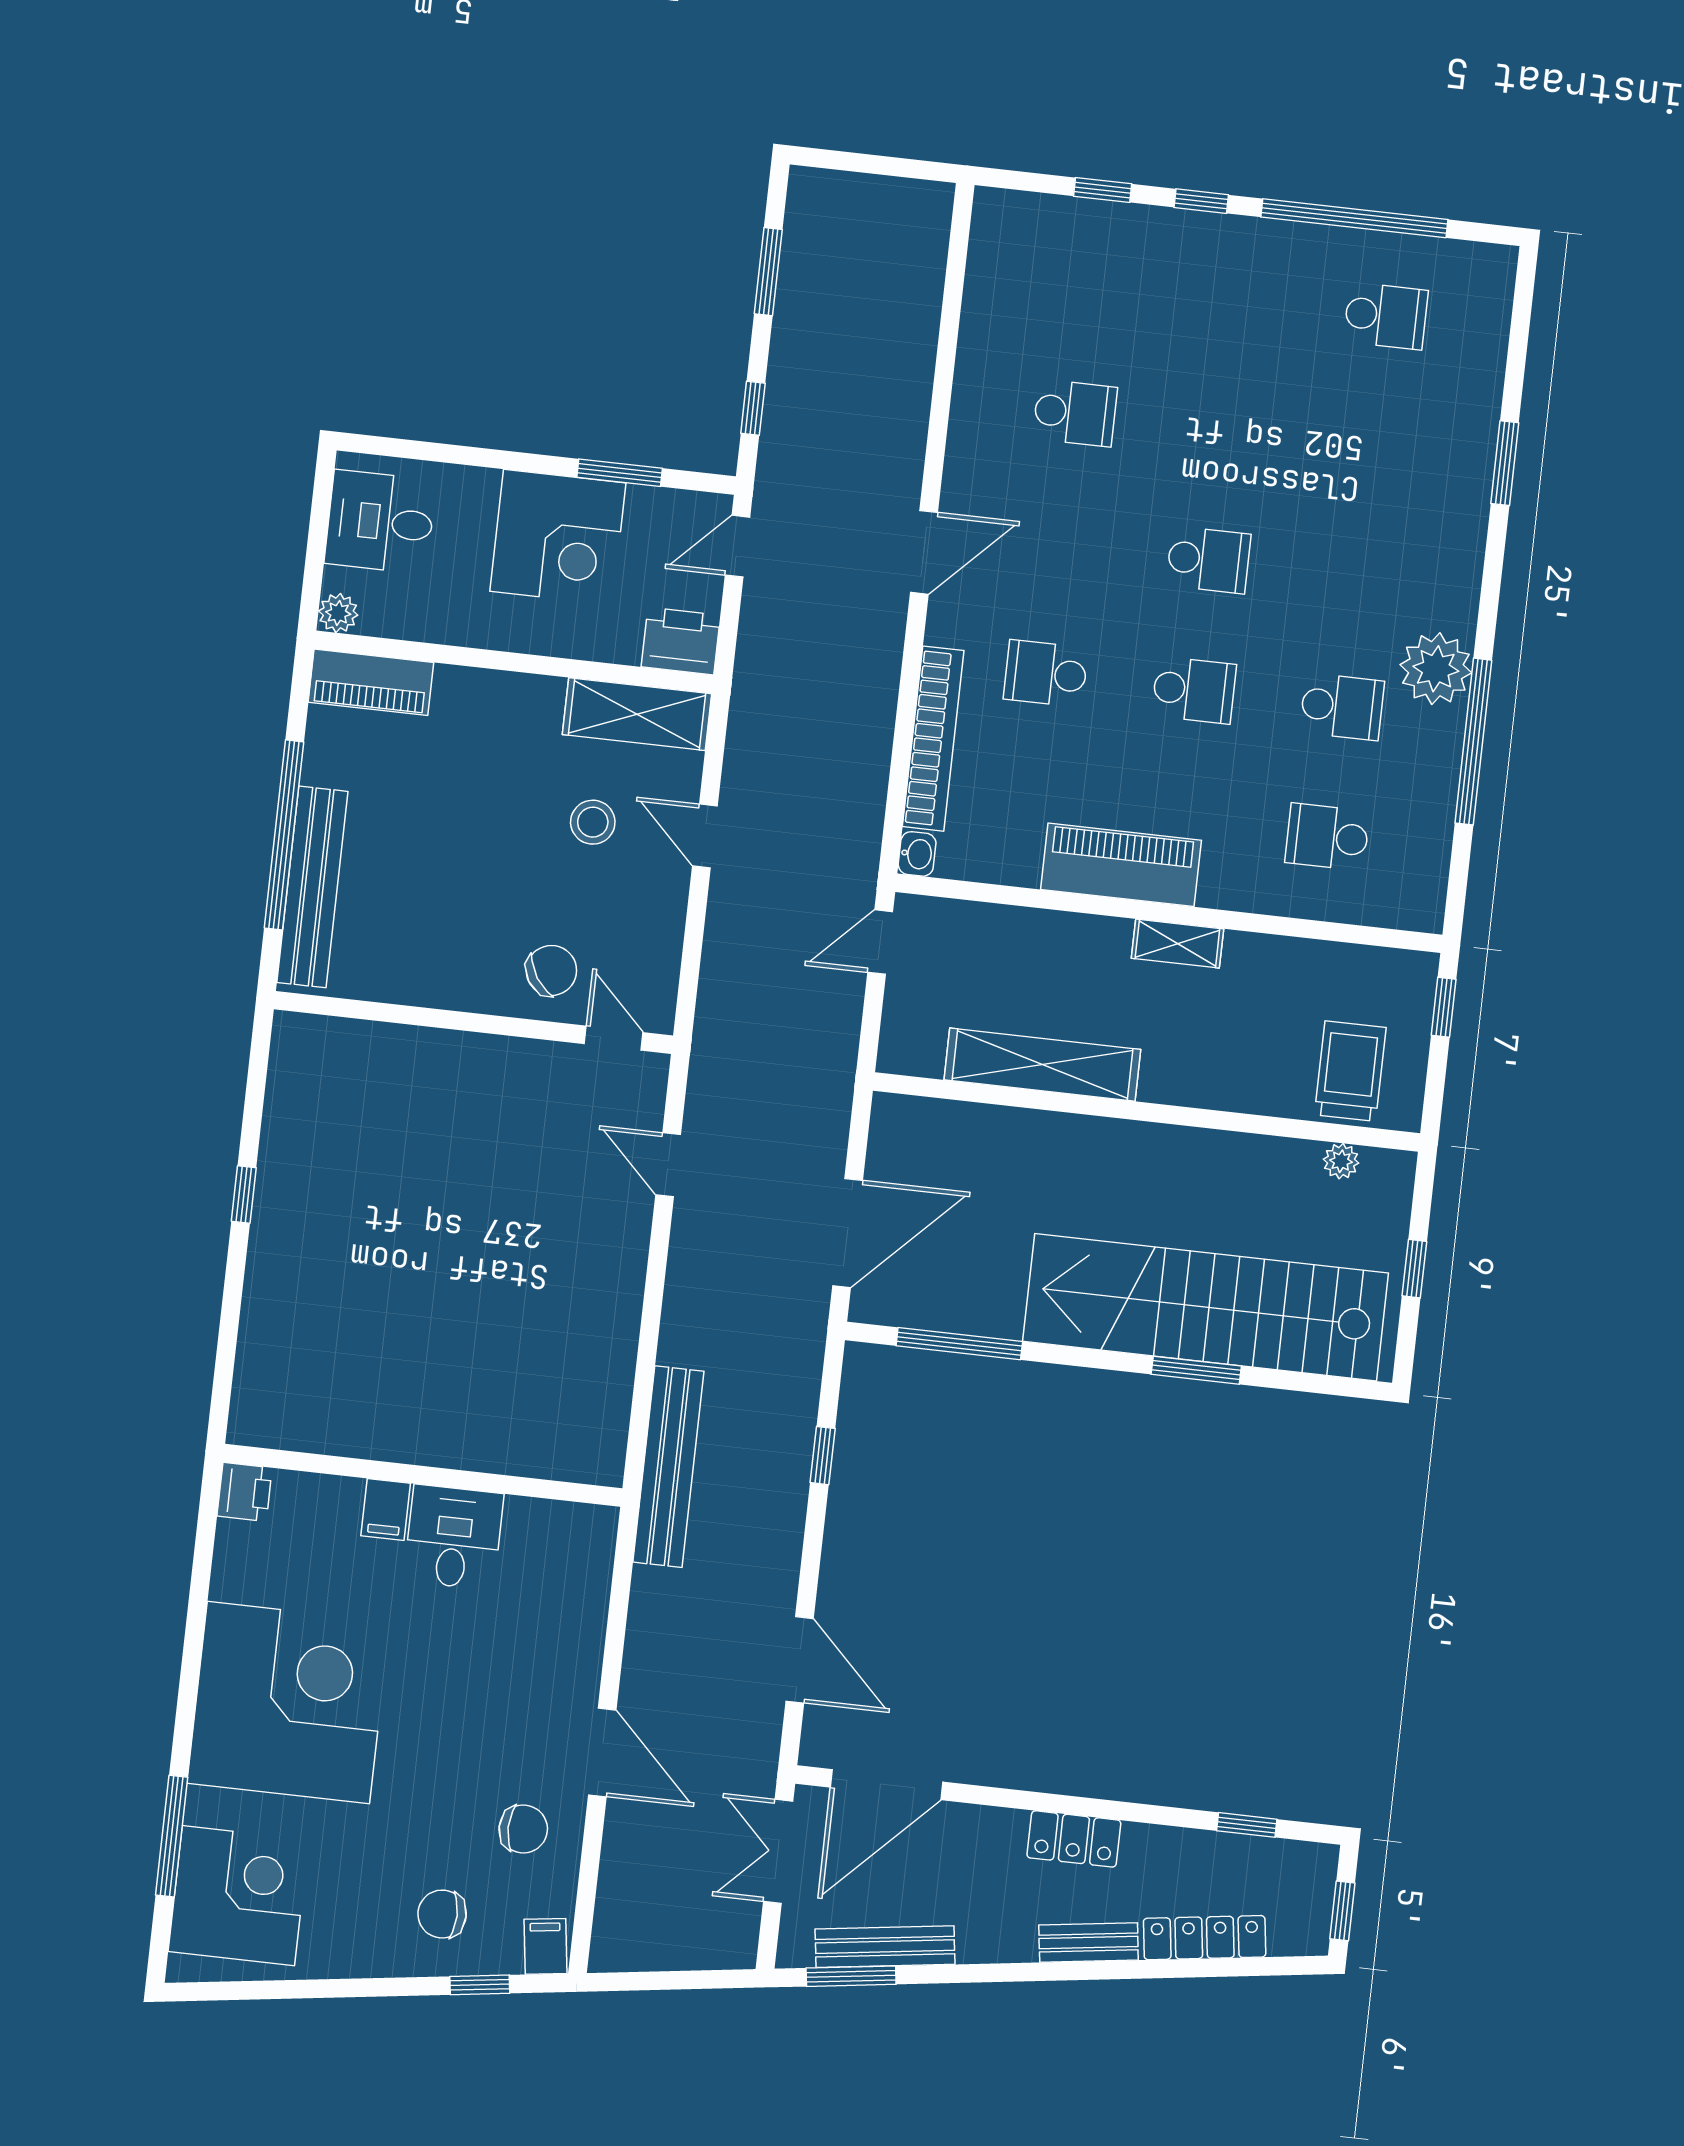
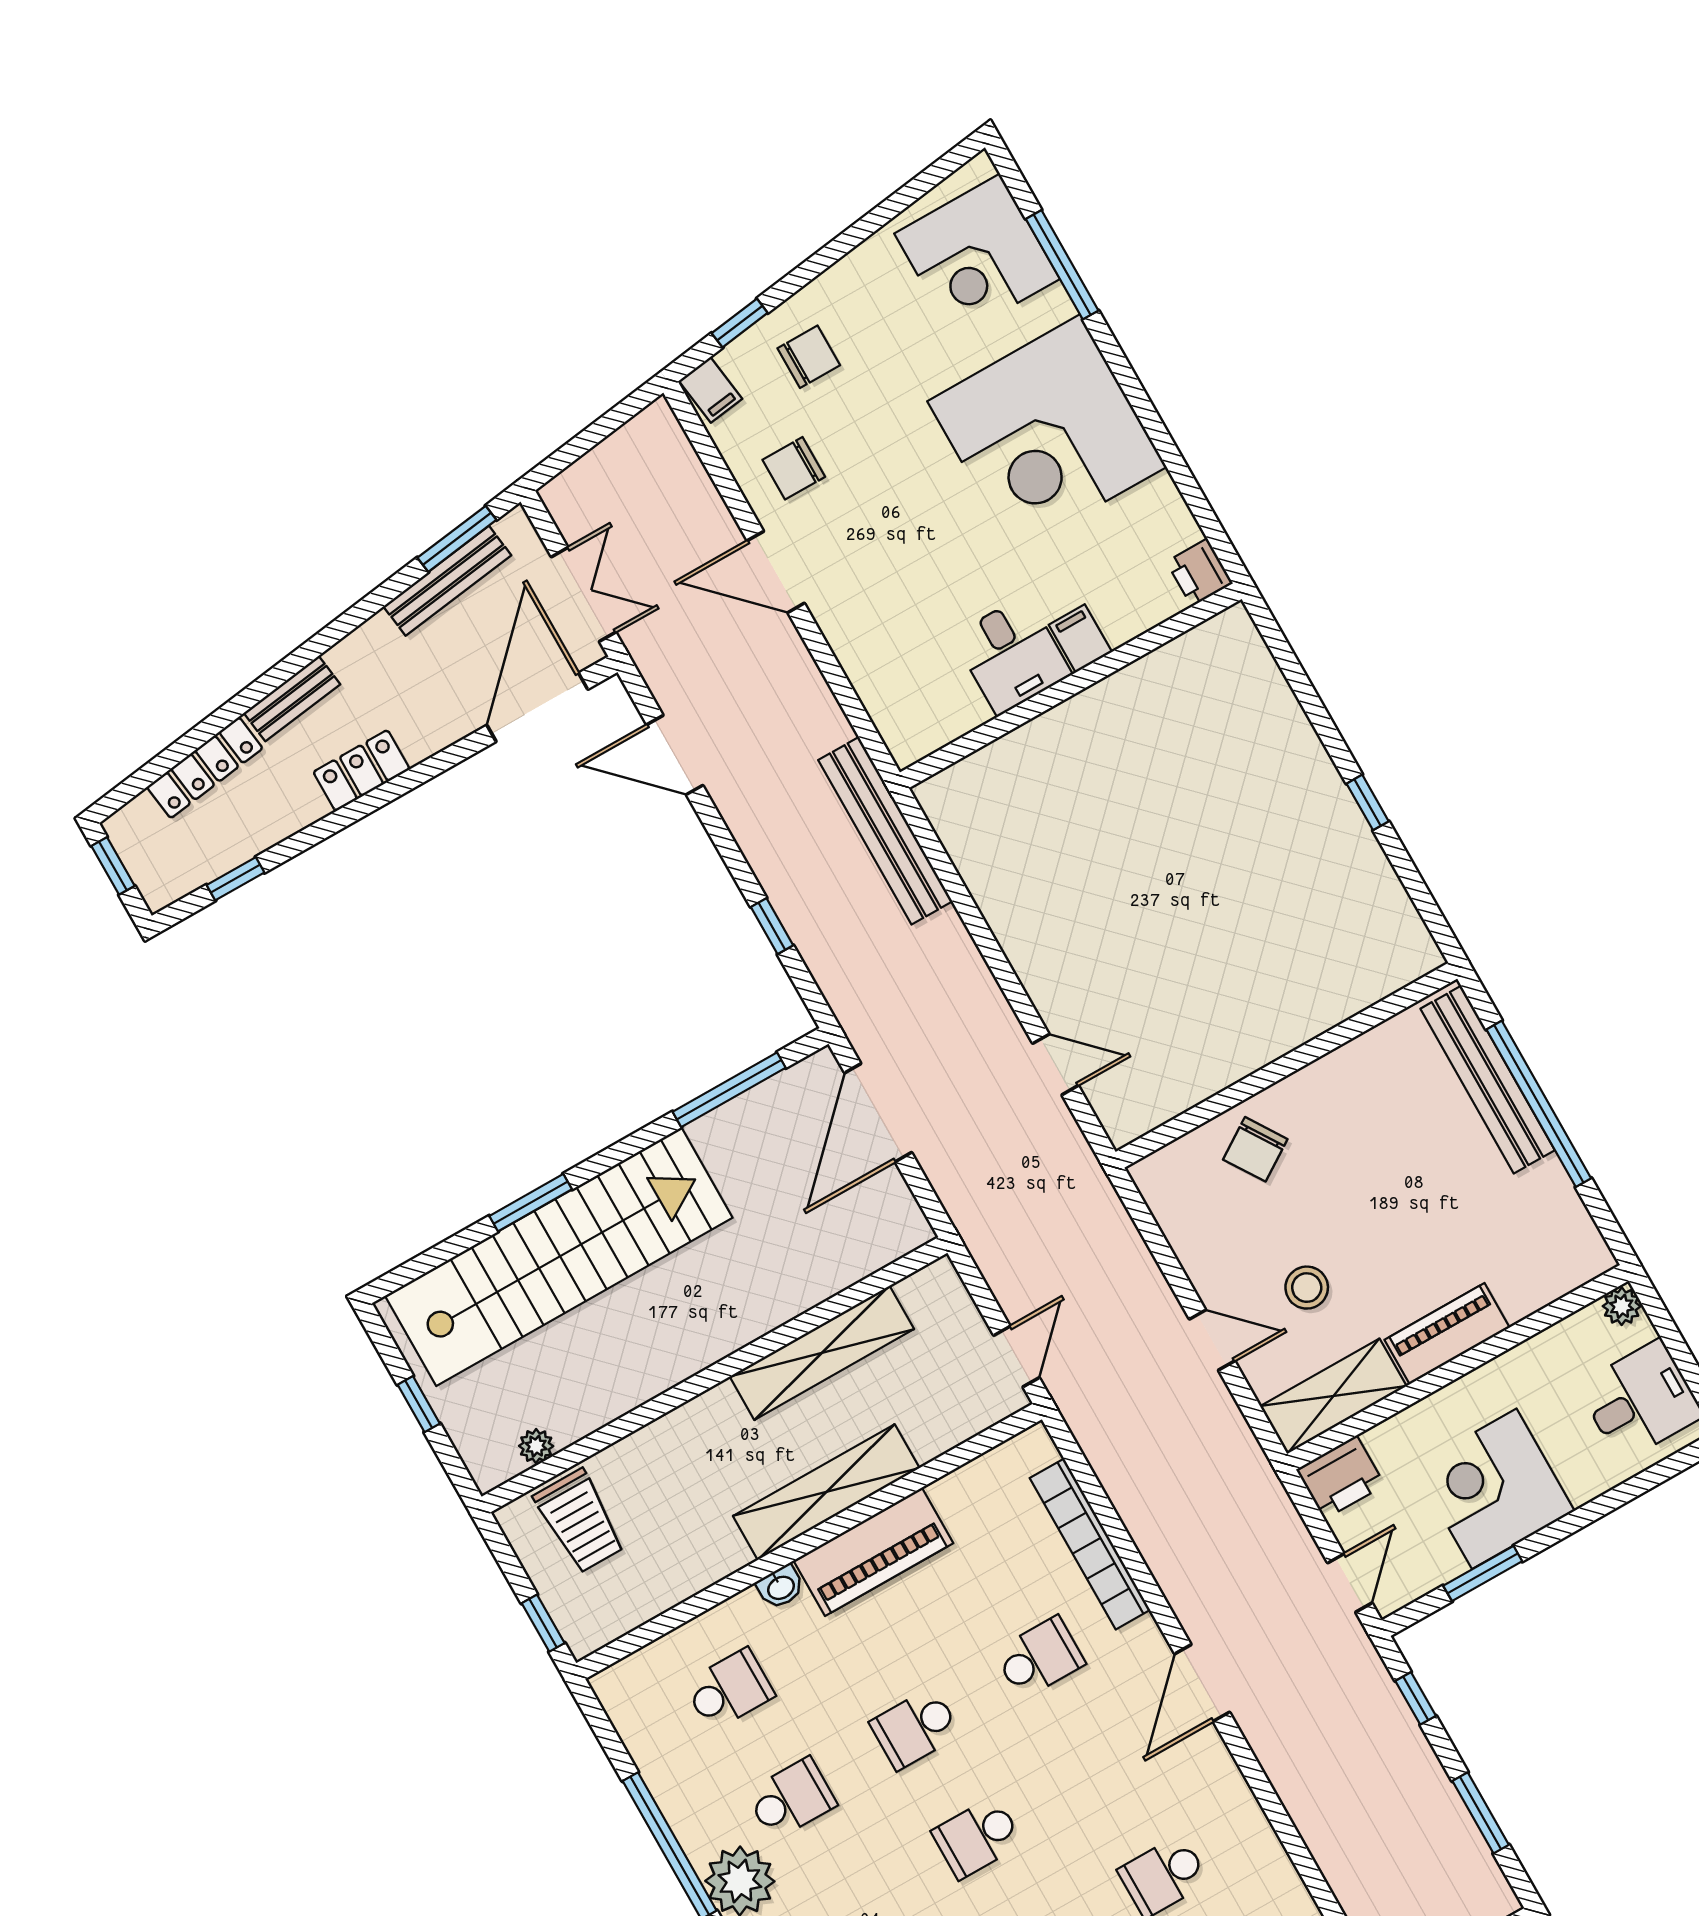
piano: (371, 682) -> (1447, 1334), moved
school desk: (1342, 707) -> (791, 1799), turned 180
washbasin: (917, 854) -> (780, 1587), moved, turned -90
shelving: (1177, 944) -> (826, 1492), width x2.20, depth x1.33
door: (614, 1038) -> (1169, 1132), removed

